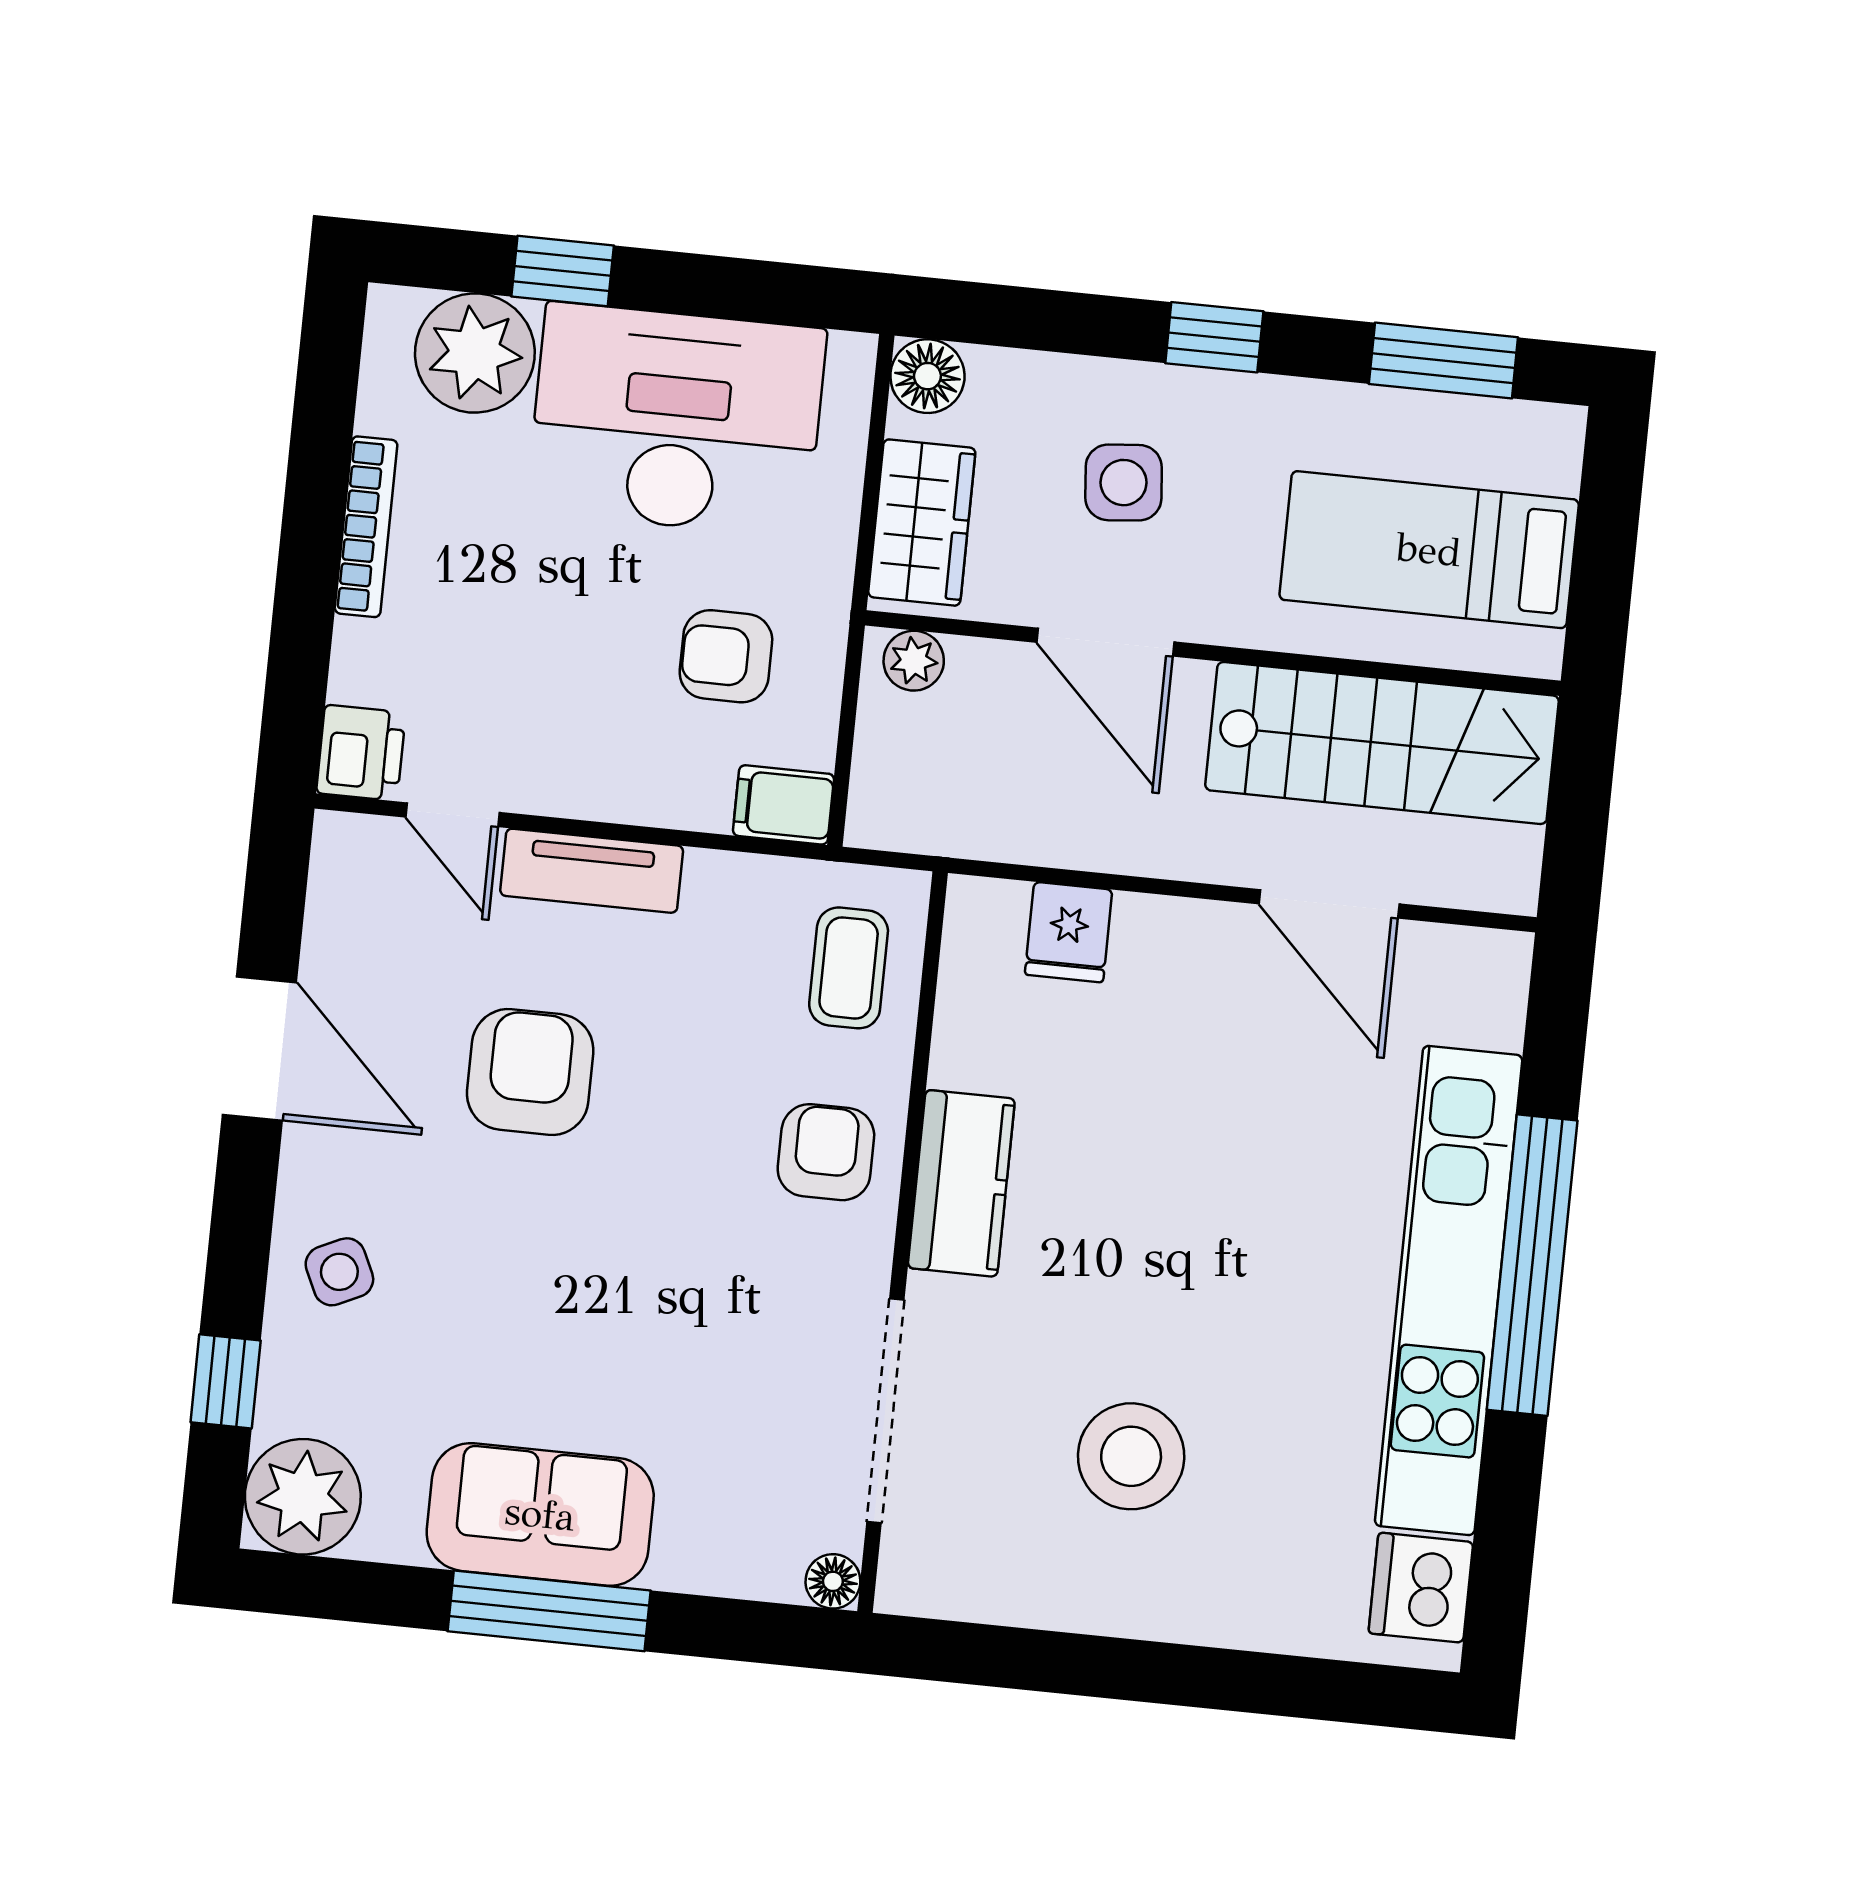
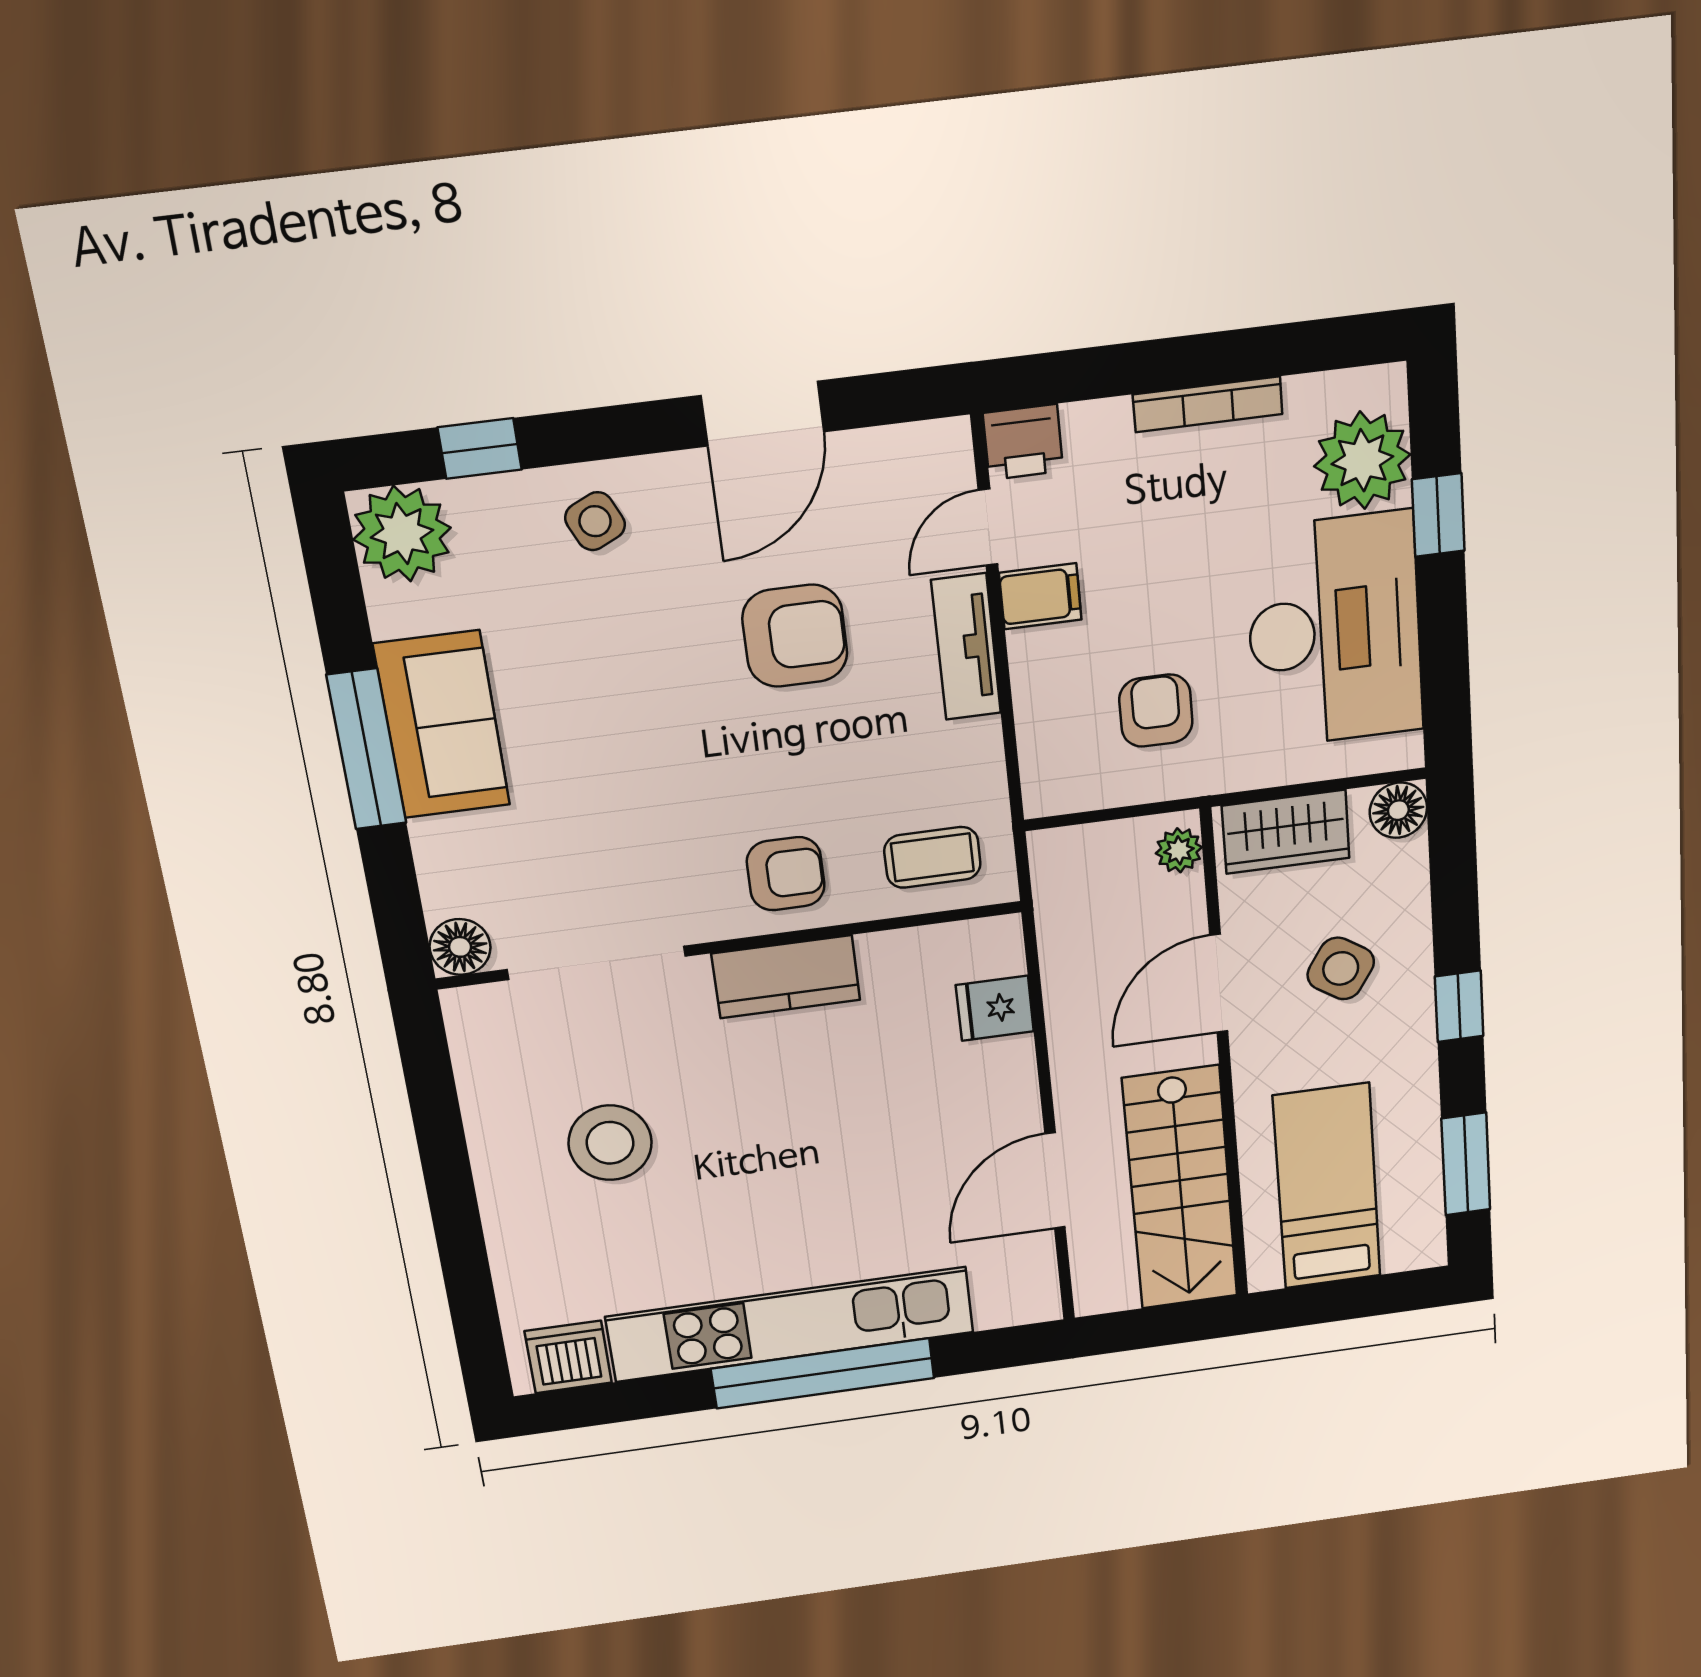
side table: (1124, 483) -> (1341, 968), turned 38
filing cabinet: (783, 805) -> (1040, 596), moved, turned 90
floor lamp: (833, 1581) -> (460, 947), width x1.37, depth x1.37

